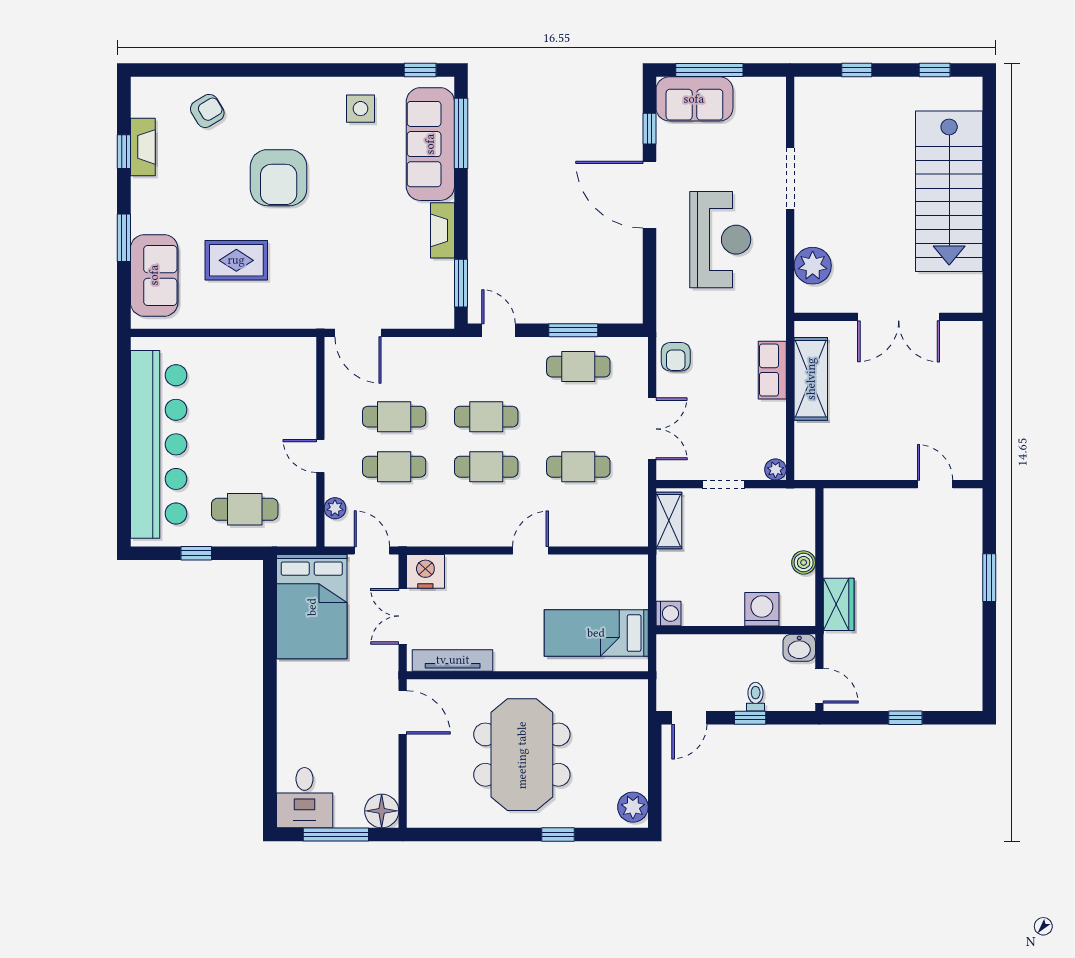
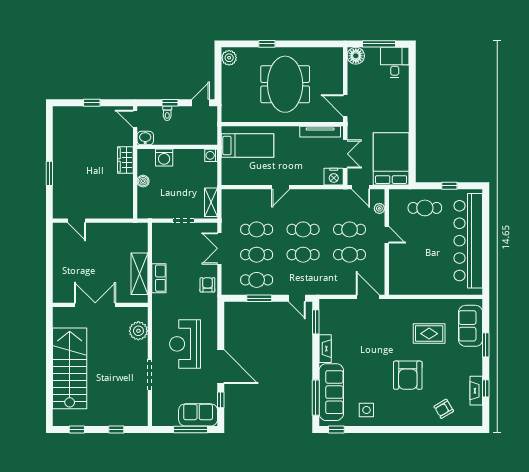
armchair: (279, 178) -> (408, 375), turned 180
cafe table: (578, 417) -> (257, 255), added
plant: (775, 469) -> (157, 228), removed

